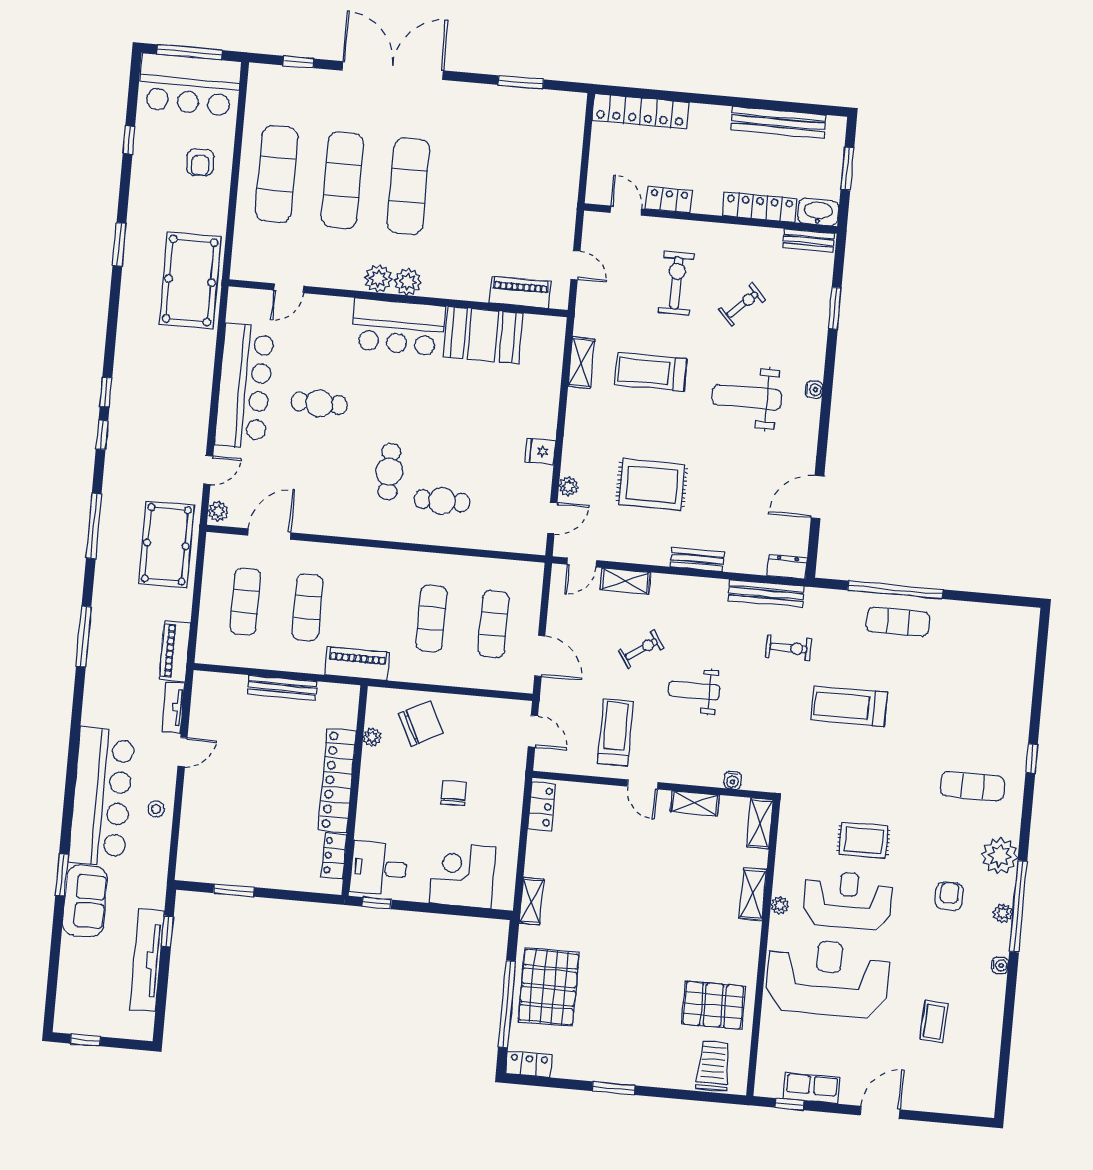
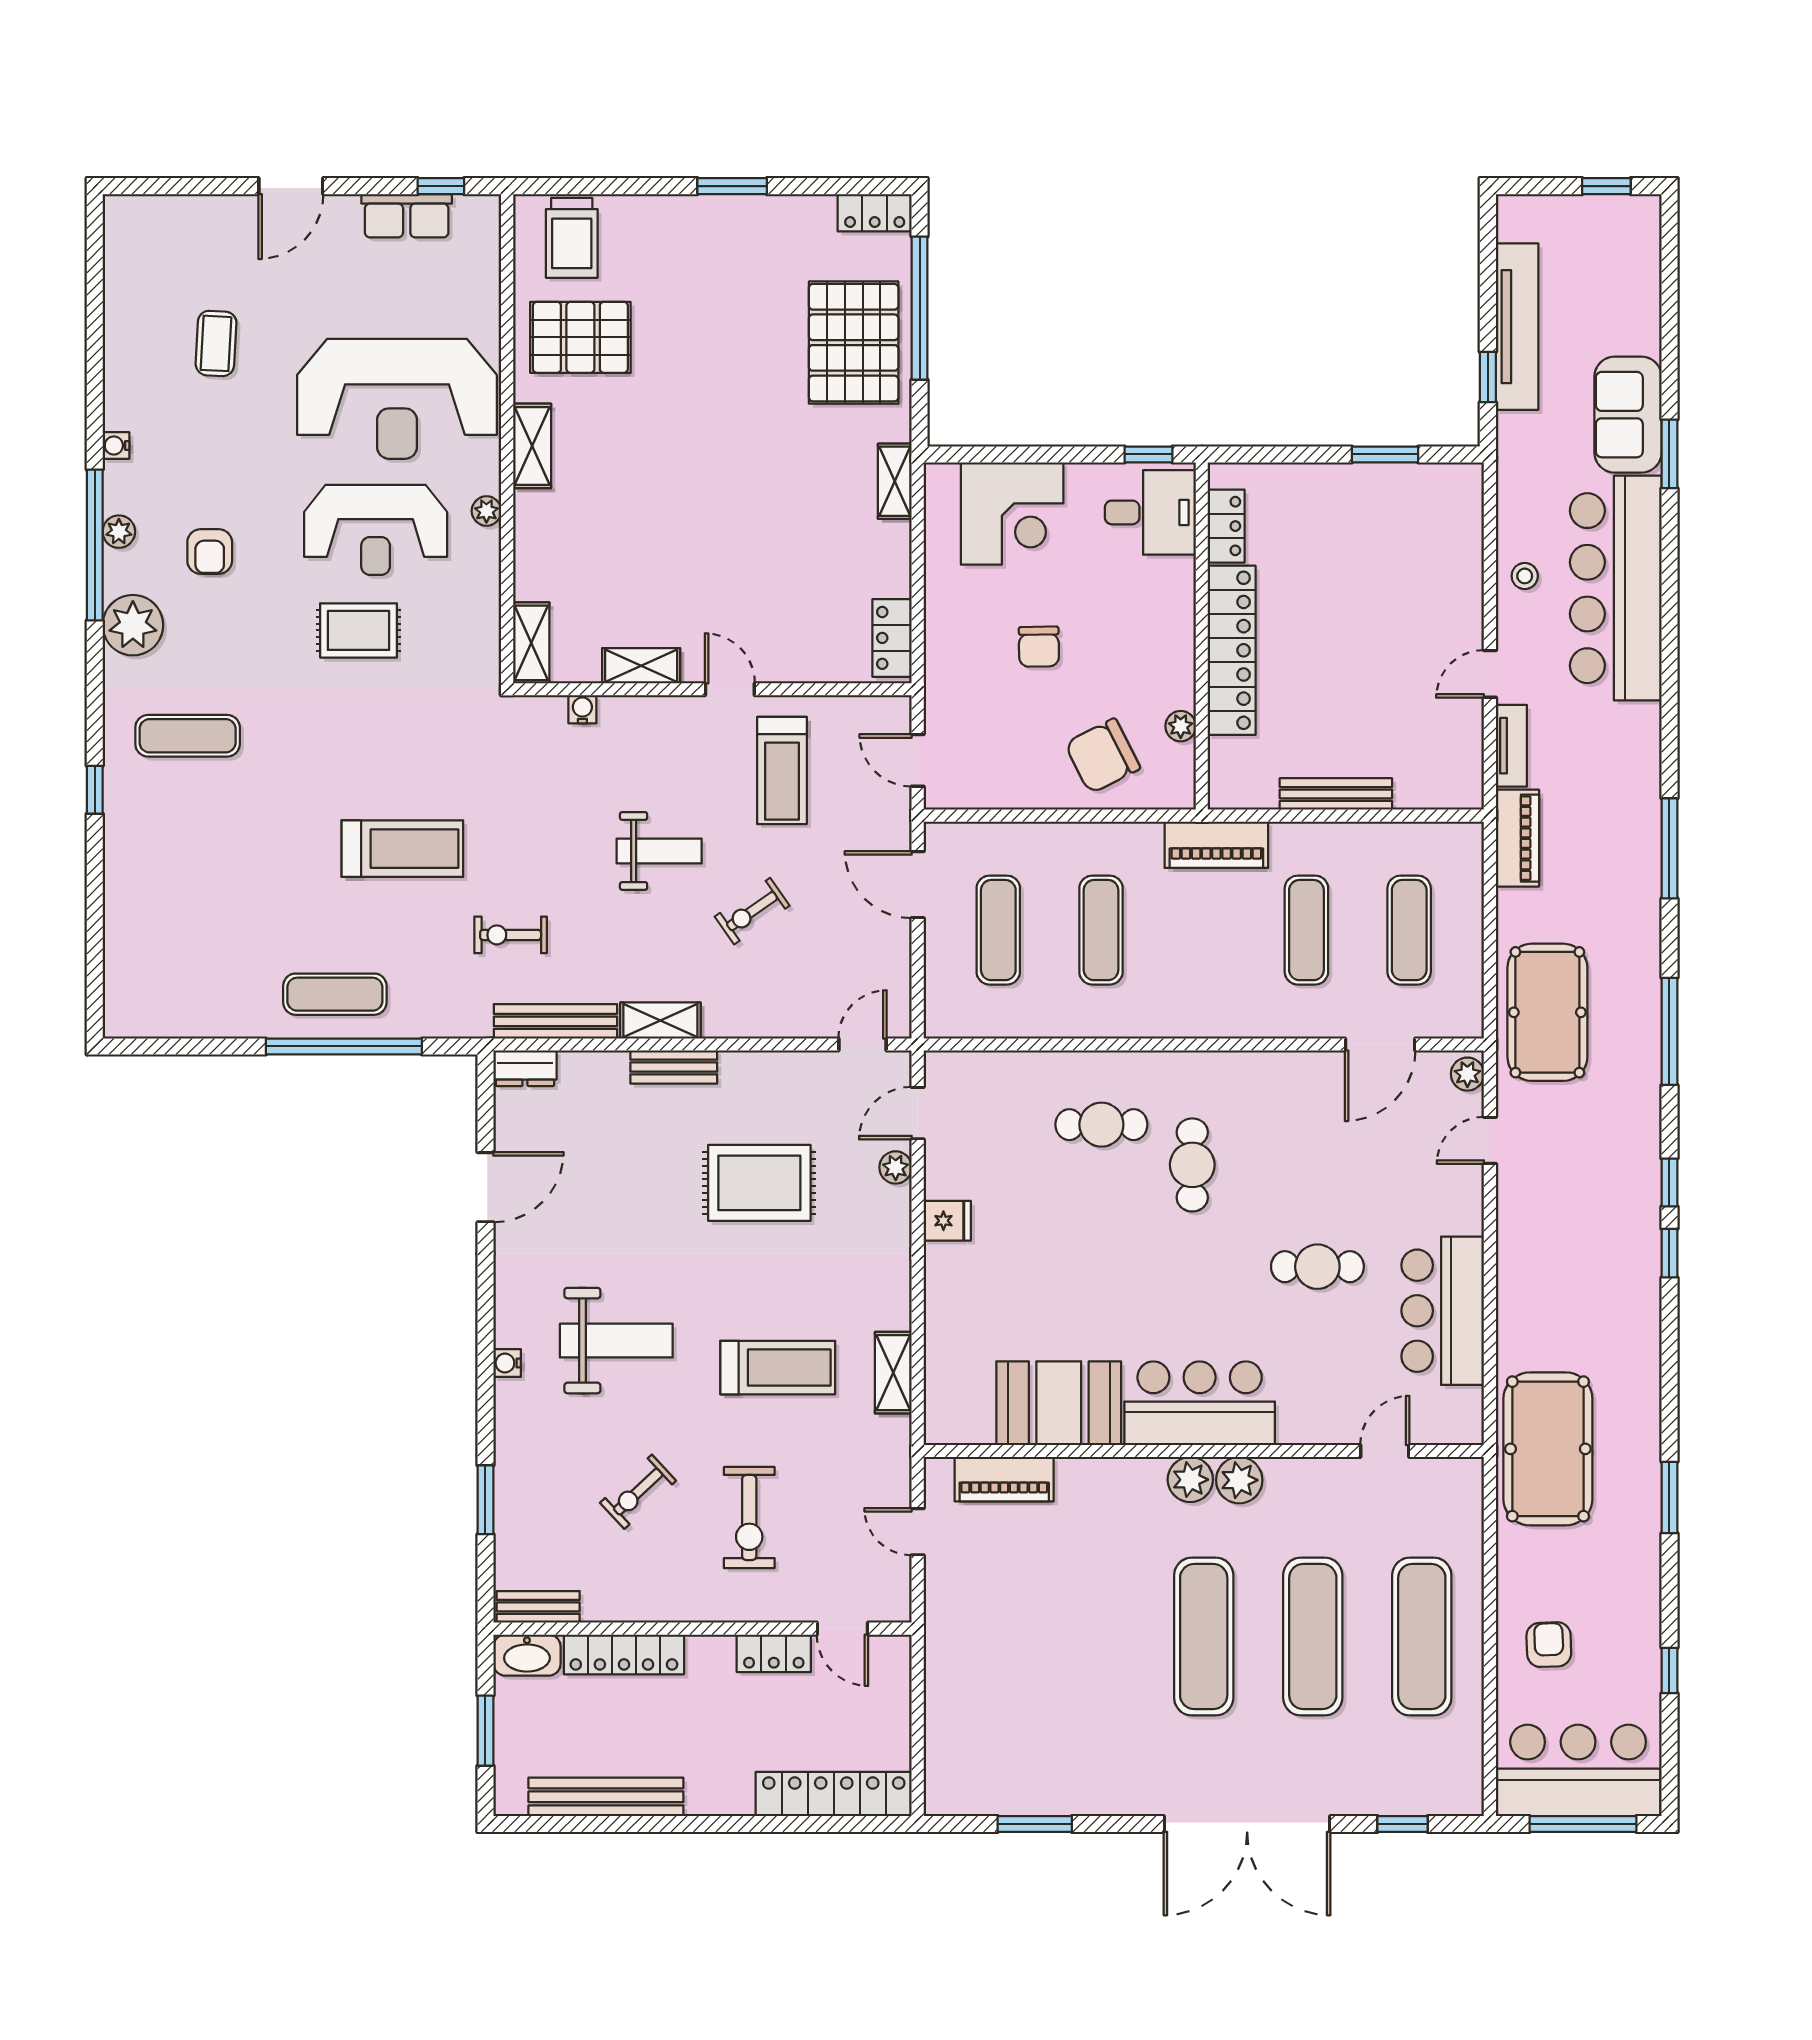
bar counter: (245, 386) -> (1443, 1311), width x0.73
shelving: (625, 581) -> (660, 1021), moved
shelving: (753, 894) -> (532, 446), moved

